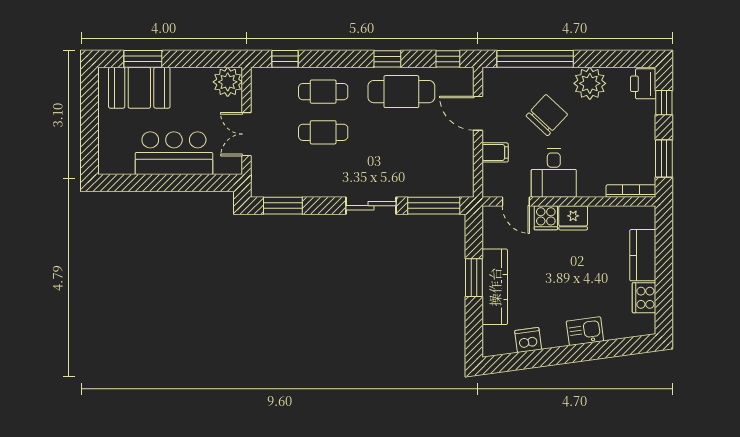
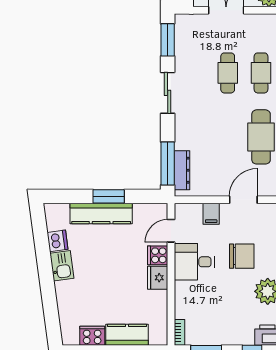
chair: (547, 115) -> (242, 256), turned -43
dresser: (442, 188) -> (182, 170), added
bookcase: (631, 191) -> (180, 332), width x0.64
sliding door: (371, 206) -> (168, 93), moved
kitchen sink: (585, 331) -> (62, 266), moved

